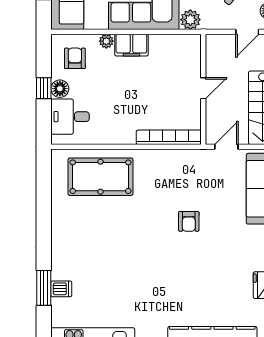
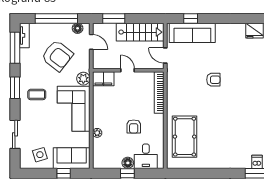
filing cabinet: (131, 45) -> (103, 79), moved, turned 90
armchair: (75, 58) -> (134, 126), moved, turned -90

